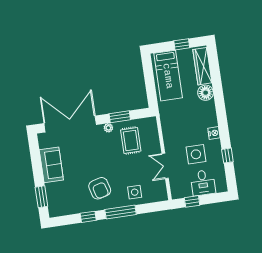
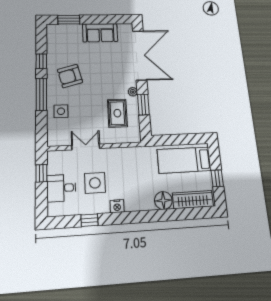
rug: (131, 140) -> (117, 113), turned 90

